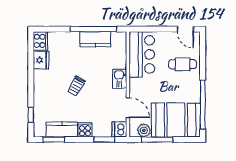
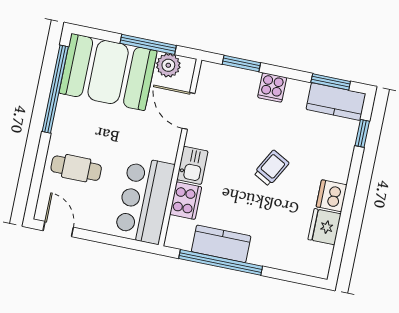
cooker: (40, 41) -> (186, 201), moved, turned 180
kitchen counter: (62, 129) -> (336, 102), moved
dishwasher: (119, 129) -> (332, 196), moved, turned 180

